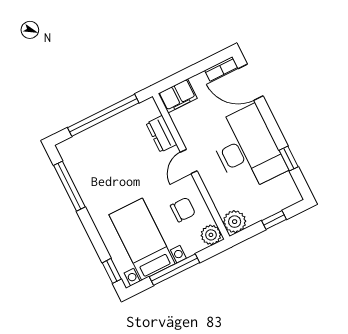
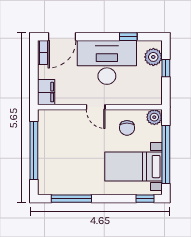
dresser: (161, 134) -> (67, 117), removed
chair: (183, 210) -> (127, 128), turned 180
plant: (235, 222) -> (153, 57), moved
window: (174, 270) -> (166, 155), width x1.46

